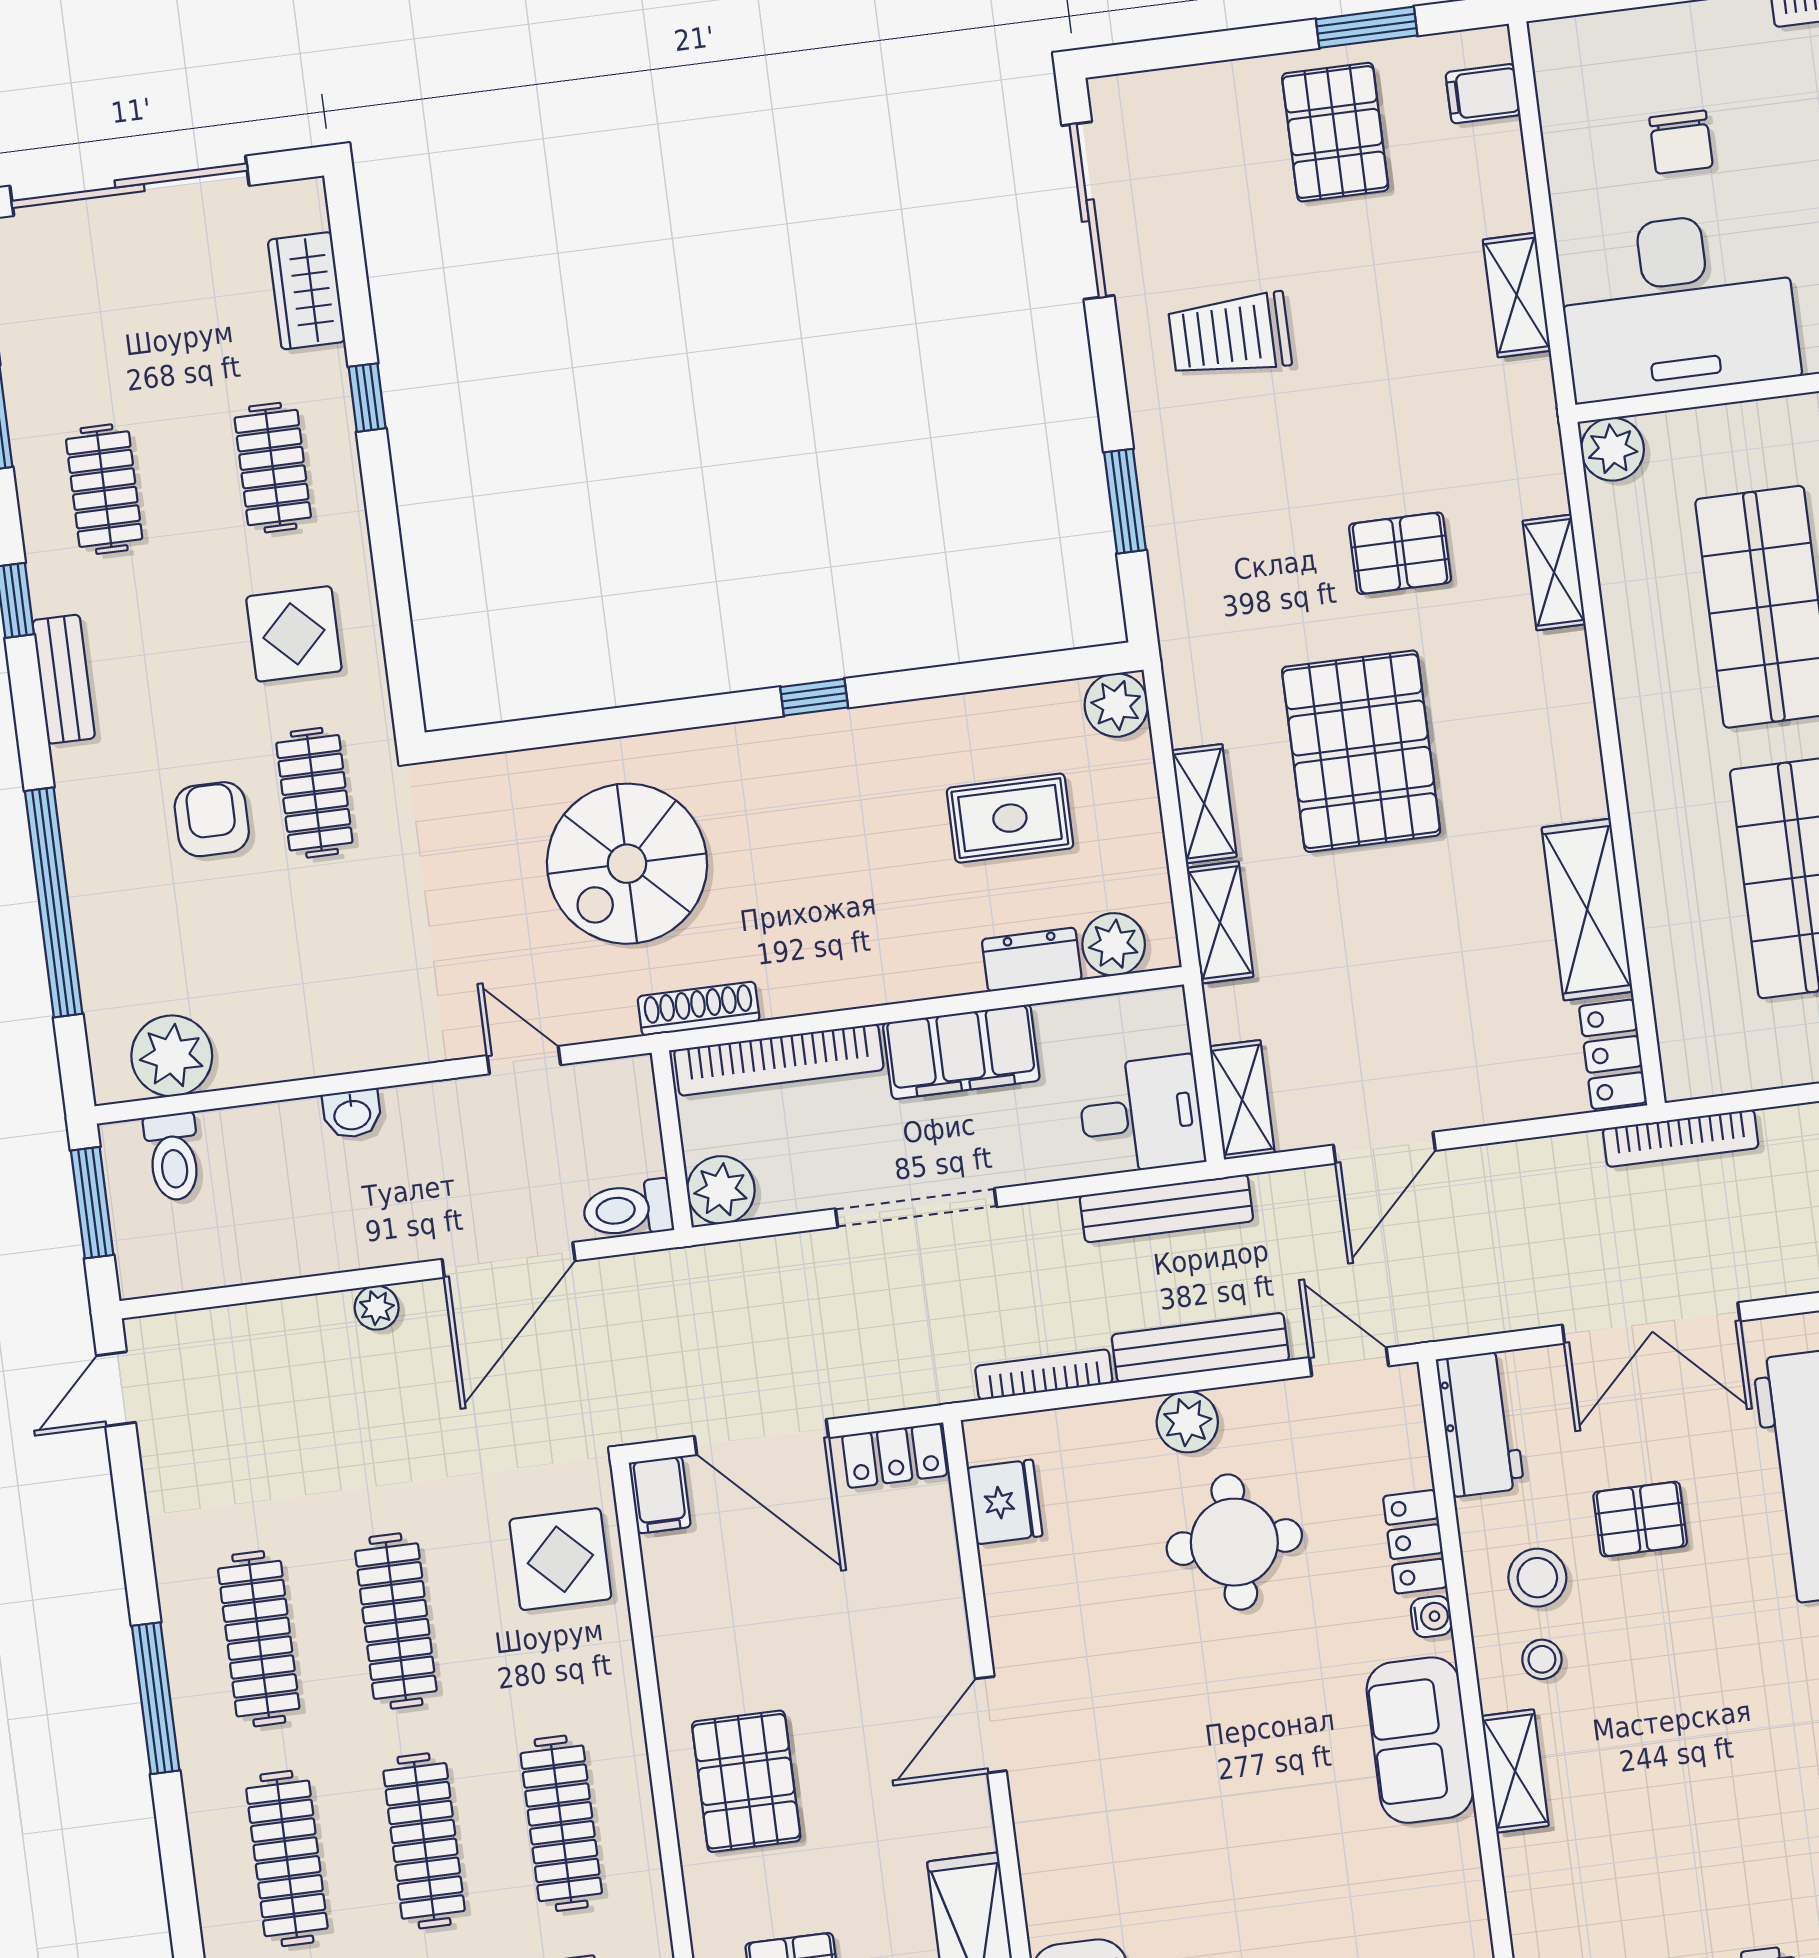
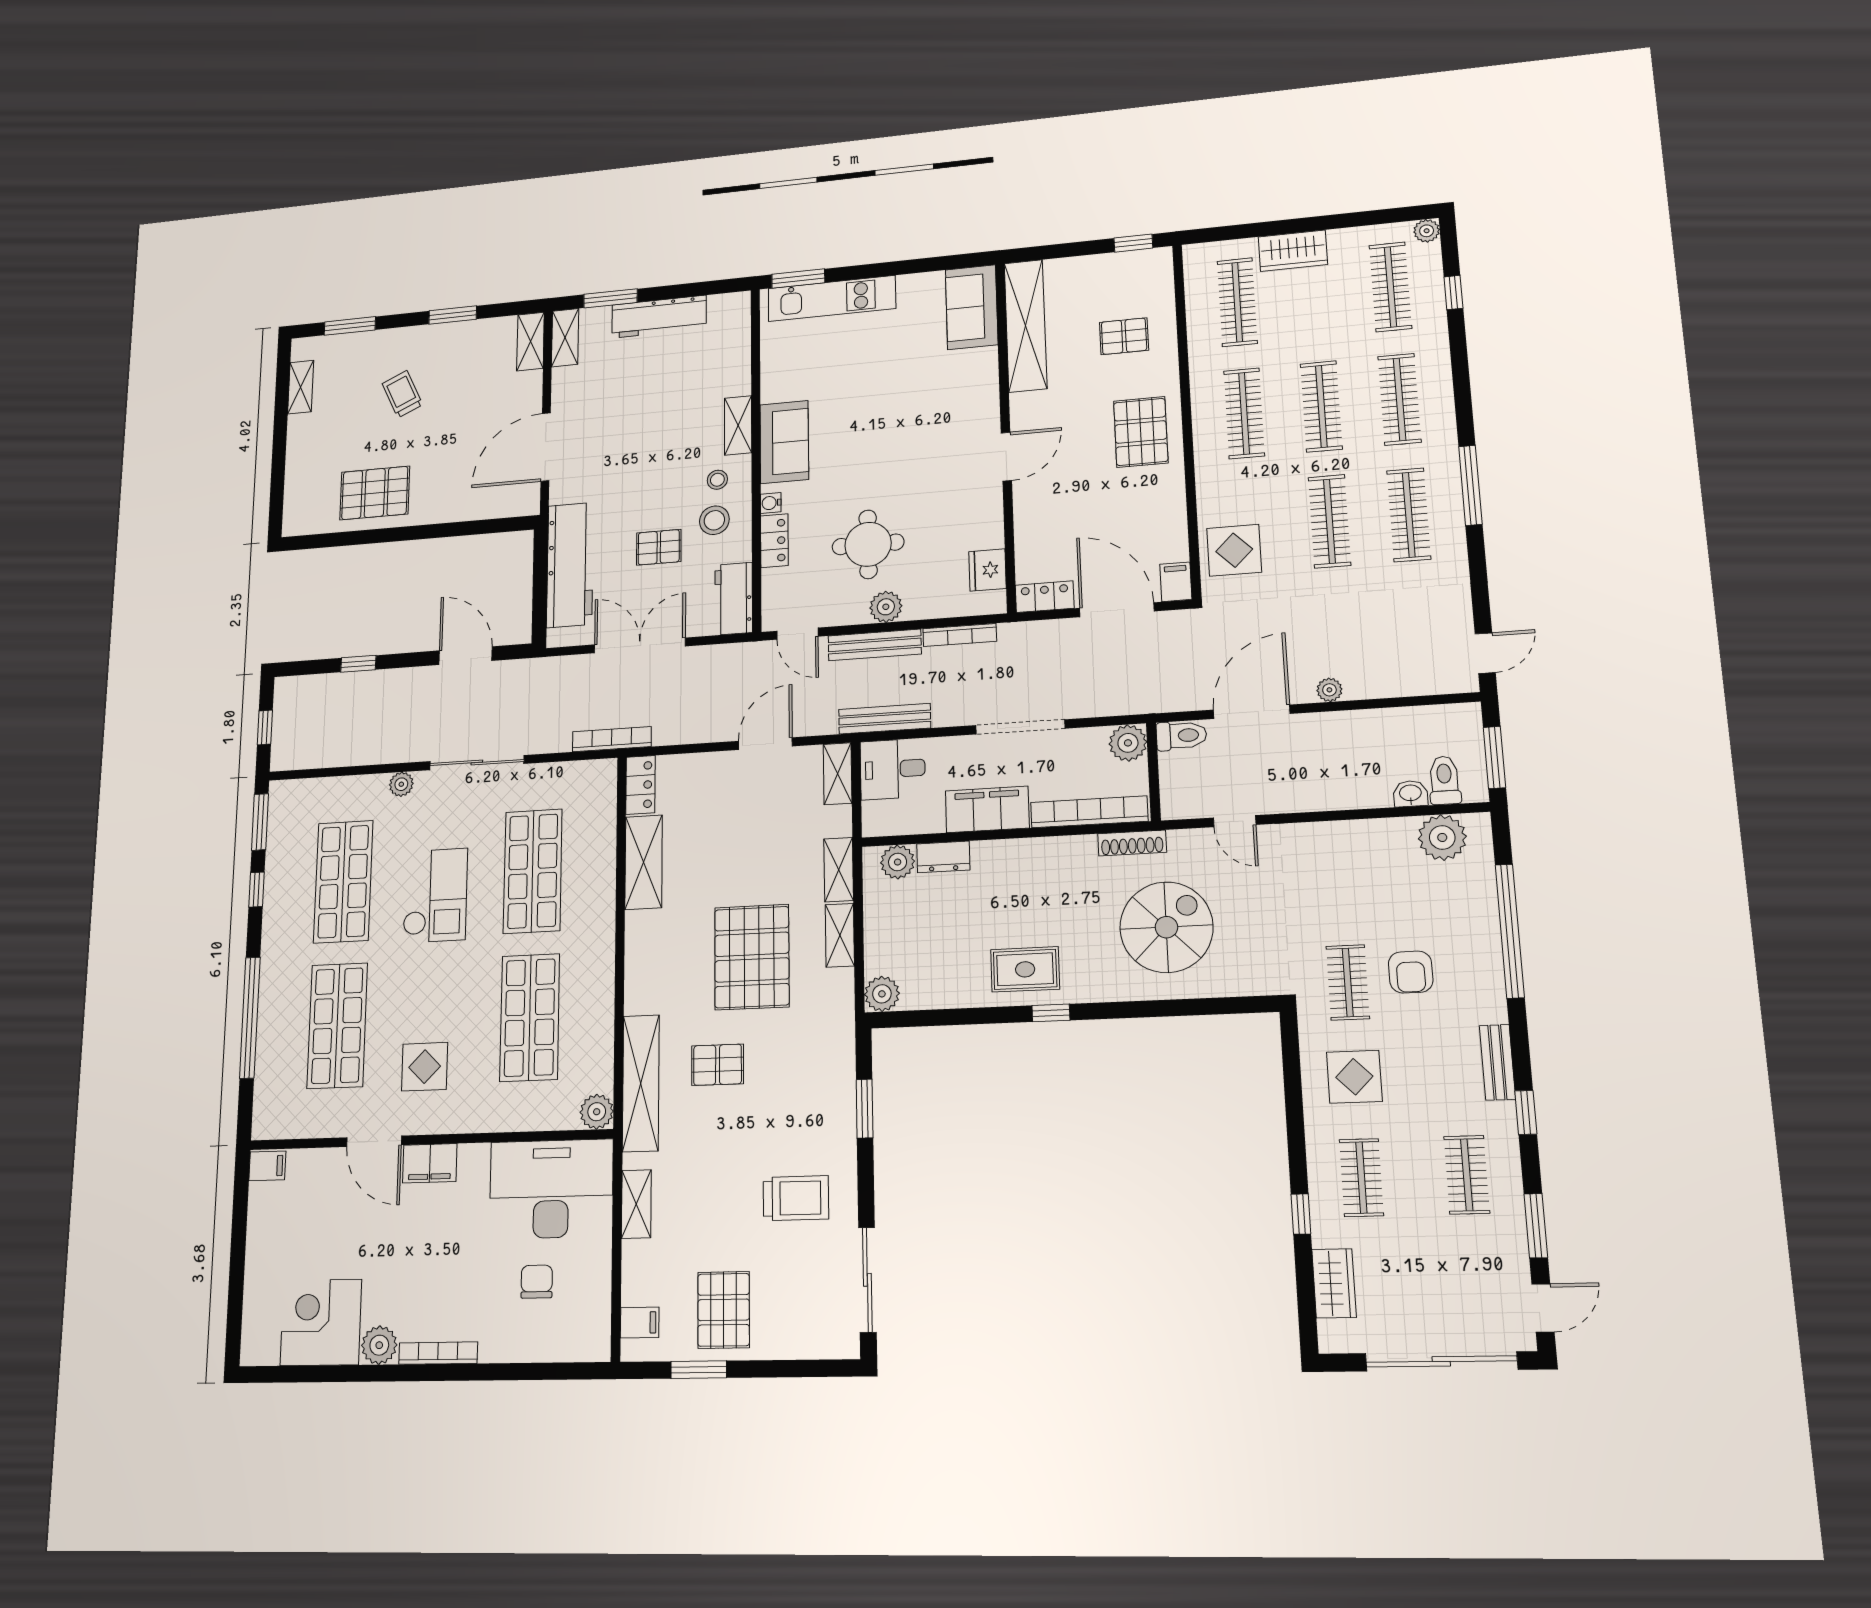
shelving: (1554, 572) -> (641, 1083), width x2.20, depth x1.33
rug: (1010, 818) -> (1025, 969), moved
washbasin: (352, 1114) -> (1410, 794), moved

